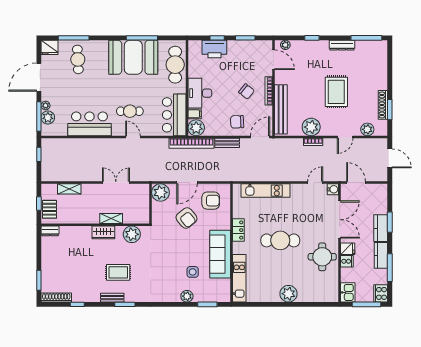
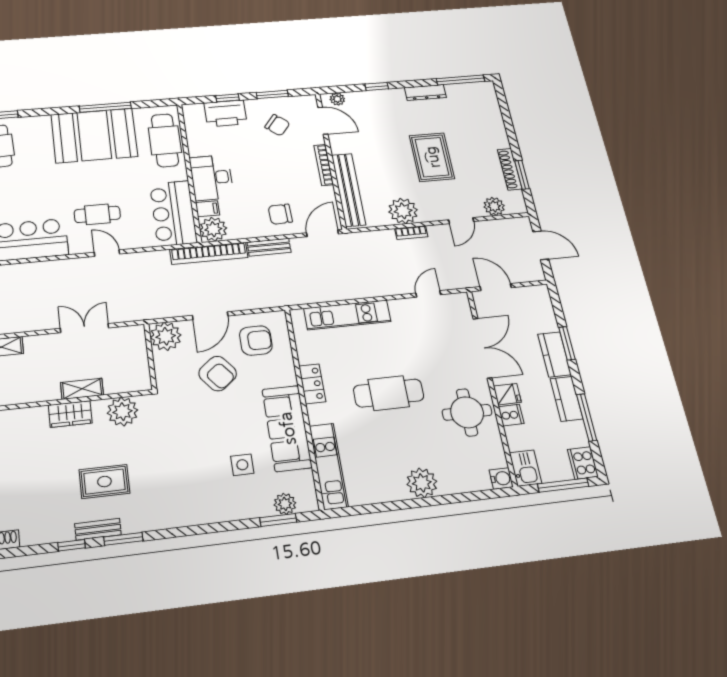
chair: (247, 91) -> (277, 125), moved
water cooler: (333, 189) -> (501, 478), moved
plant: (187, 296) -> (285, 504), moved
window: (77, 304) -> (72, 545), moved

